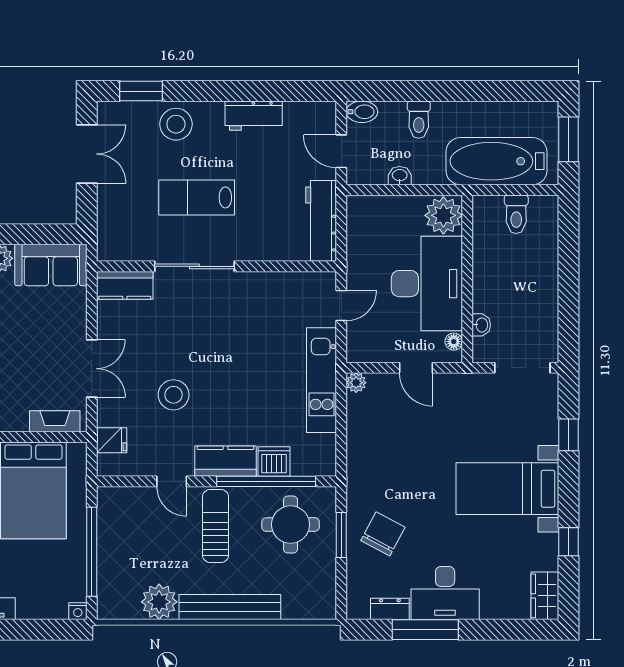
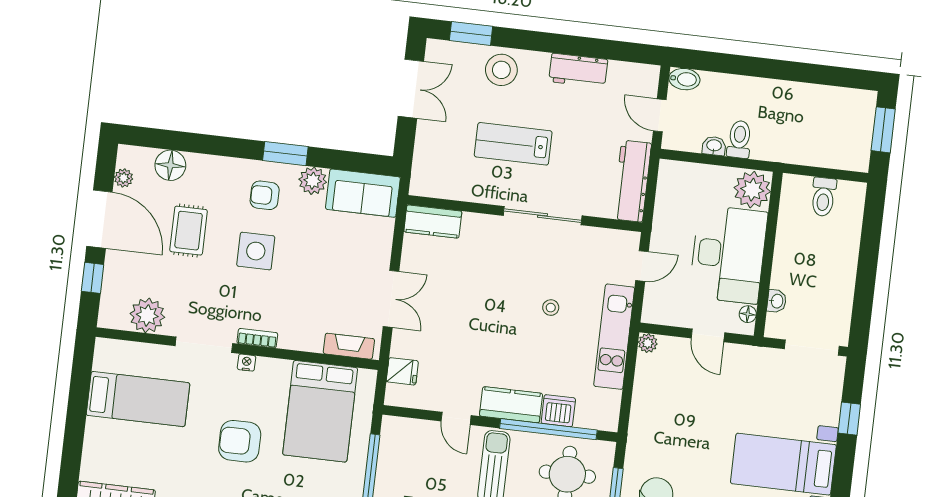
toilet: (419, 120) -> (739, 139), moved, turned 180
bathtub: (496, 161) -> (810, 143), removed
sliding door: (194, 266) -> (543, 216), moved
stool: (174, 395) -> (551, 308), moved, width x0.53, depth x0.53

